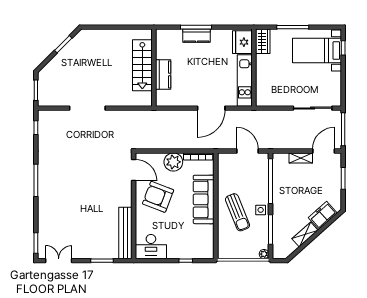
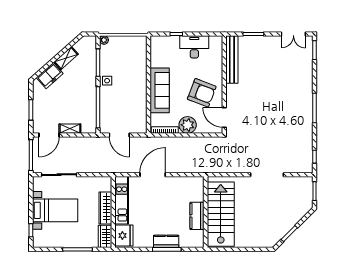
bed with nightstands: (317, 51) -> (55, 210), moved
stairs: (142, 65) -> (221, 214), width x1.36, depth x1.51
wardrobe: (262, 72) -> (105, 208), added
kitchen counter: (163, 75) -> (197, 216), moved
sun lounger: (237, 212) -> (128, 78), removed
desk: (151, 247) -> (194, 47), moved

